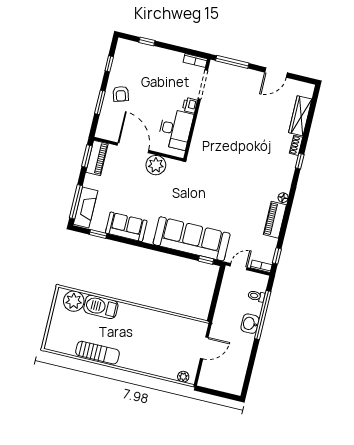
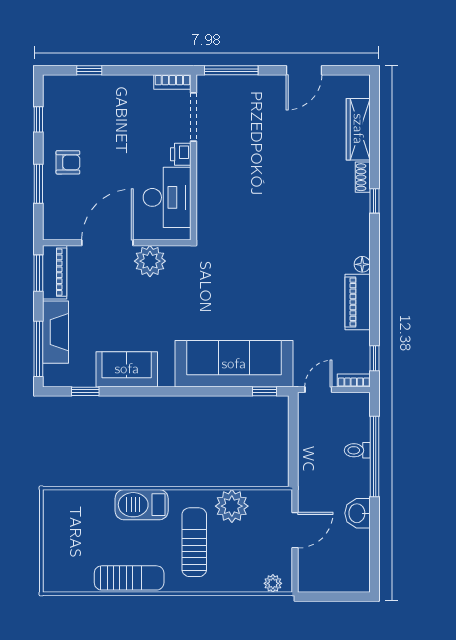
armchair: (121, 94) -> (68, 162), turned -73
door: (133, 148) -> (107, 243), hinge flipped
fireplace: (86, 208) -> (55, 332), moved
toilet: (256, 296) -> (357, 450), moved
plant: (74, 301) -> (232, 506), moved
barbecue: (101, 307) -> (142, 505), moved
washbasin: (250, 324) -> (358, 513), moved
sun lounger: (142, 341) -> (194, 542), added

